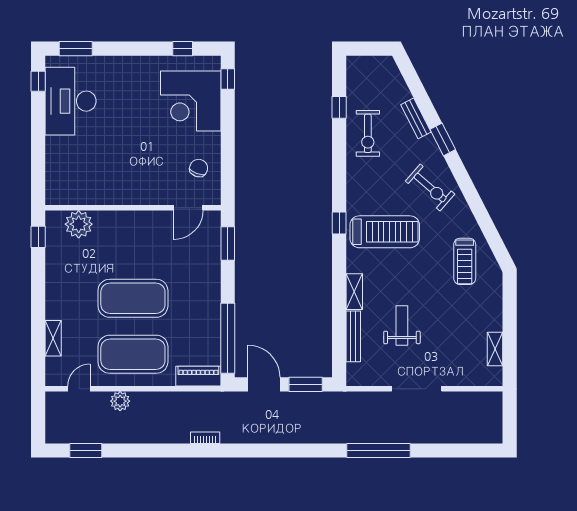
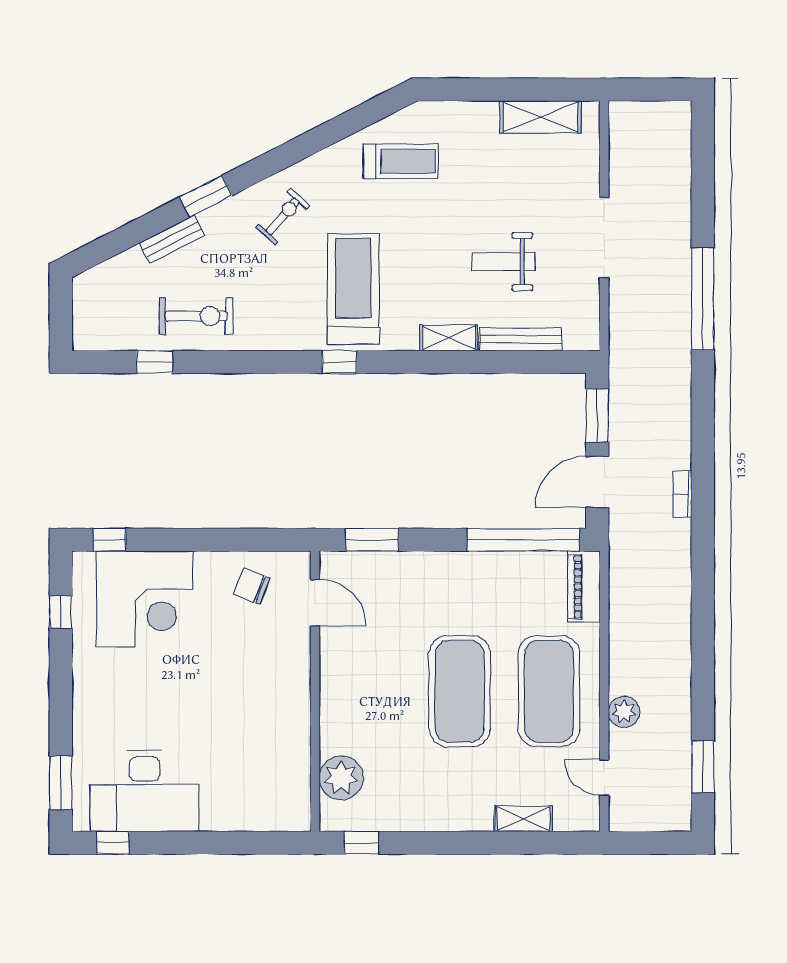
exercise bike: (430, 188) -> (283, 217), width x0.73, depth x0.72
shelving: (495, 349) -> (541, 117), width x1.50, depth x1.33
bookcase: (205, 438) -> (682, 494), moved

